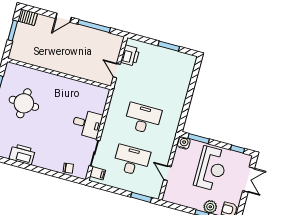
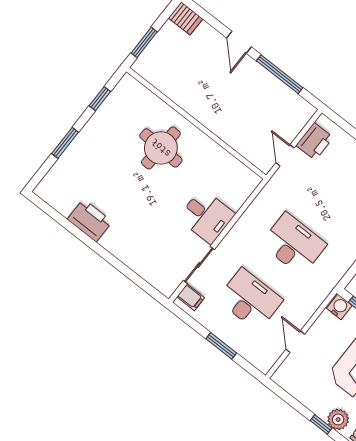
door: (64, 18) -> (239, 42), hinge flipped
window: (13, 31) -> (144, 42), moved
round table: (24, 103) -> (161, 148), moved
chair: (68, 168) -> (150, 271), removed
window: (141, 197) -> (221, 346), moved

